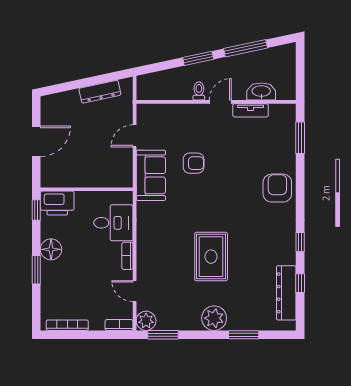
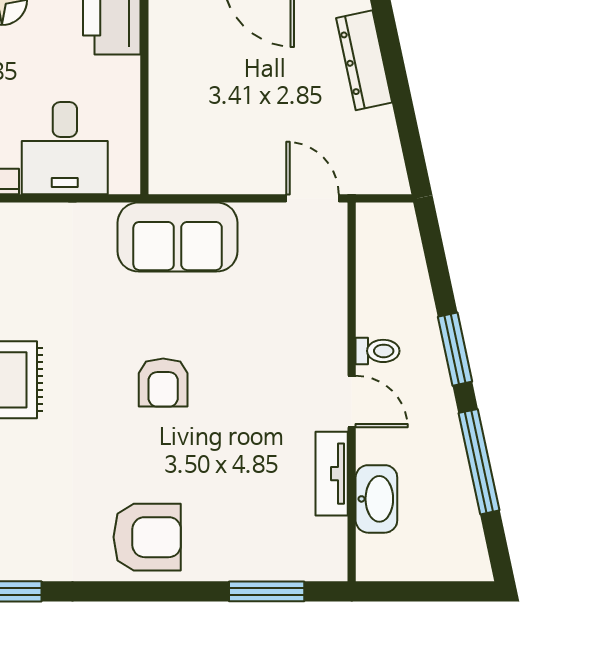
dresser: (100, 92) -> (364, 60), moved
door: (135, 136) -> (312, 198), moved
armchair: (194, 163) -> (163, 383), moved

